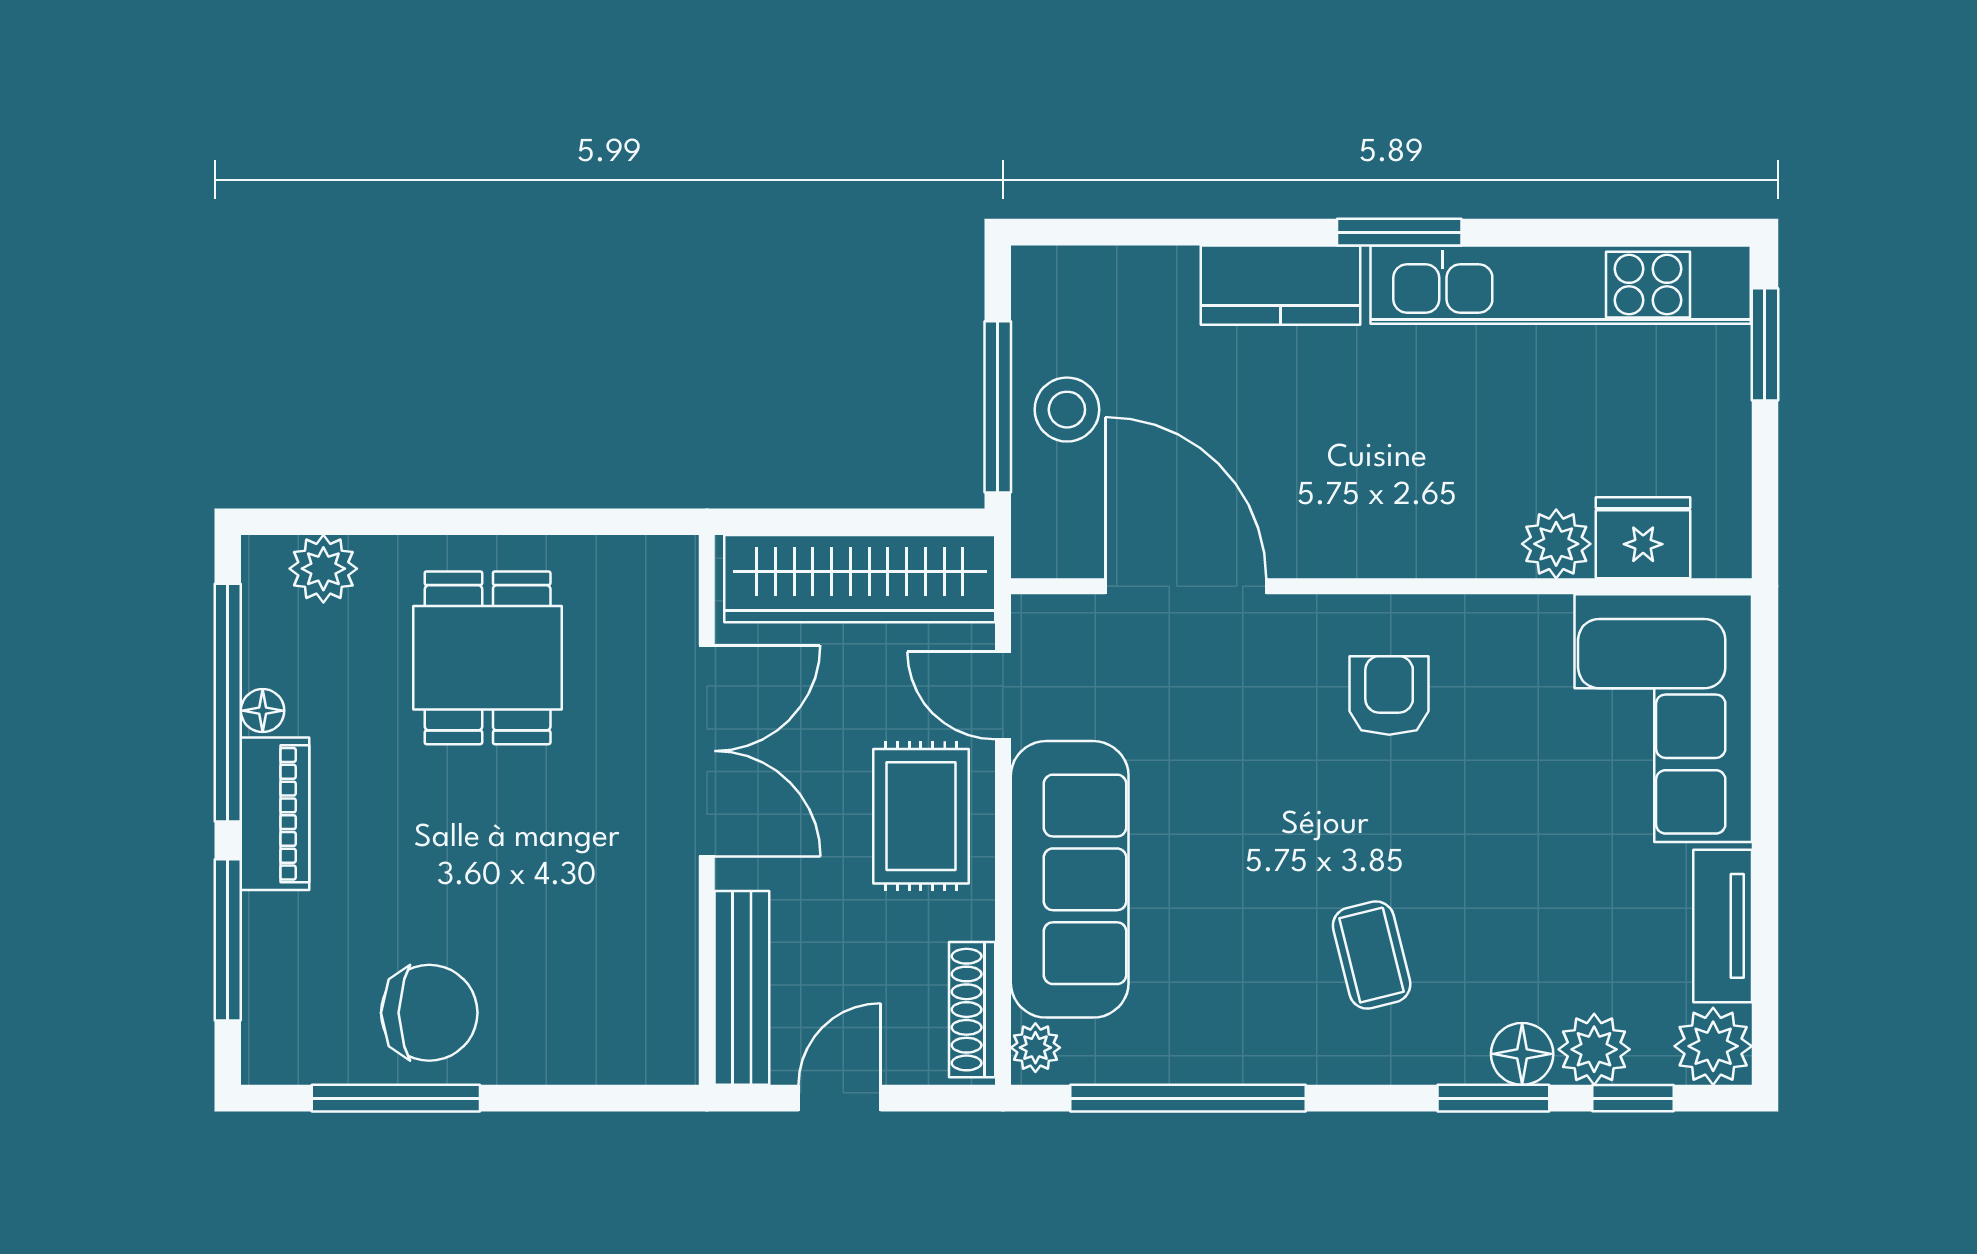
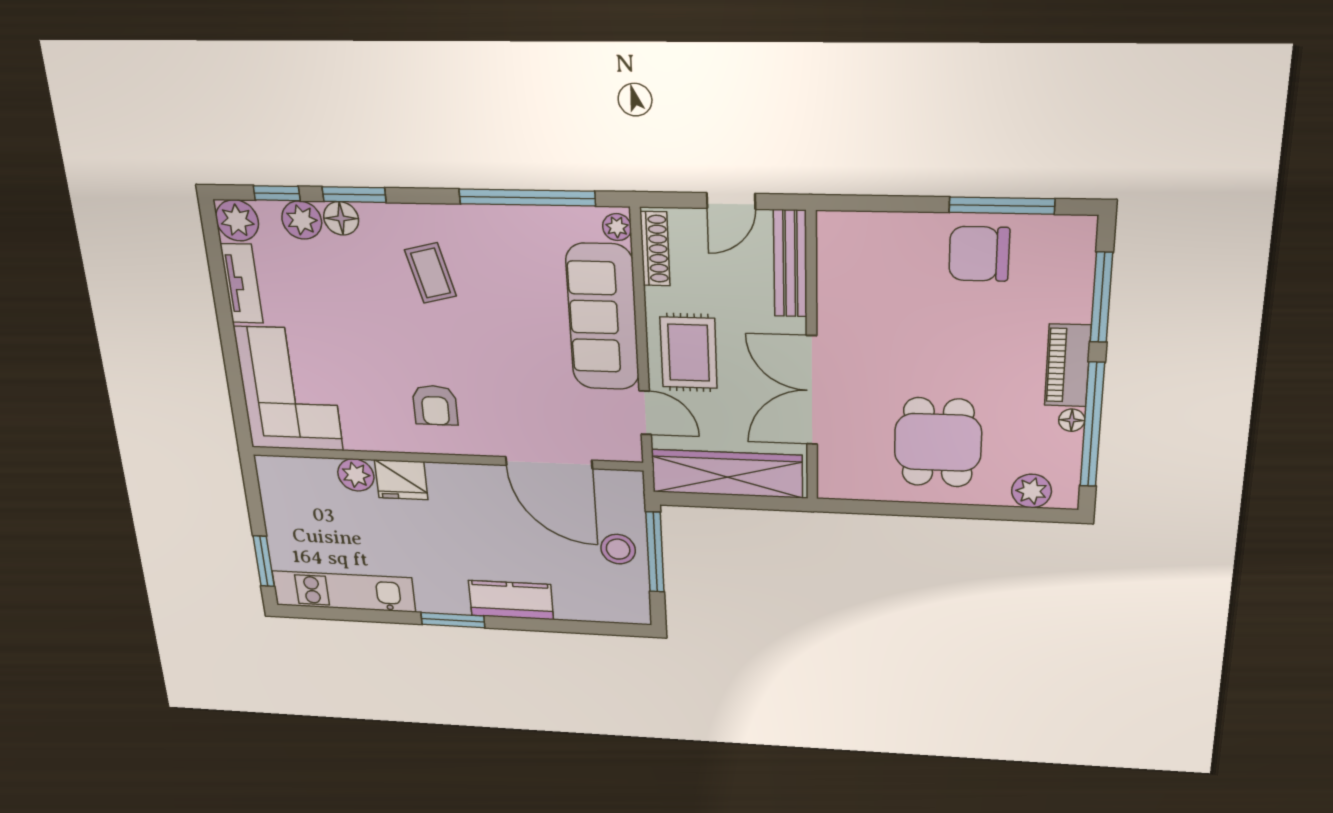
kitchen unit: (1561, 285) -> (344, 592), width x0.73
fridge: (1643, 538) -> (401, 480), moved

